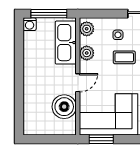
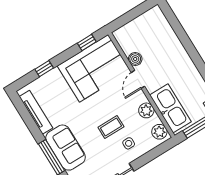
boiler: (64, 107) -> (135, 59), width x0.54, depth x0.54
window: (101, 139) -> (87, 42), width x0.67

